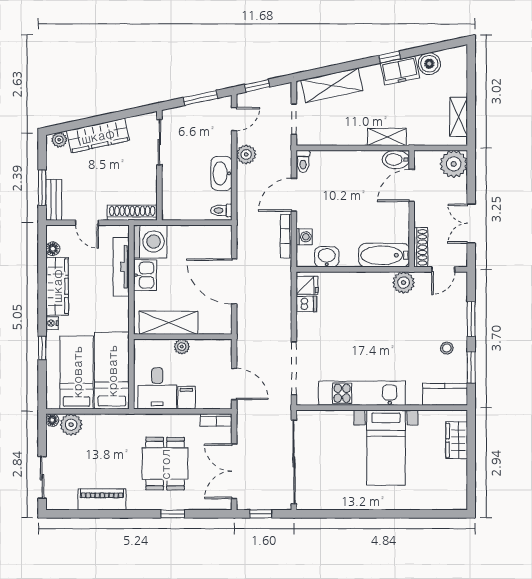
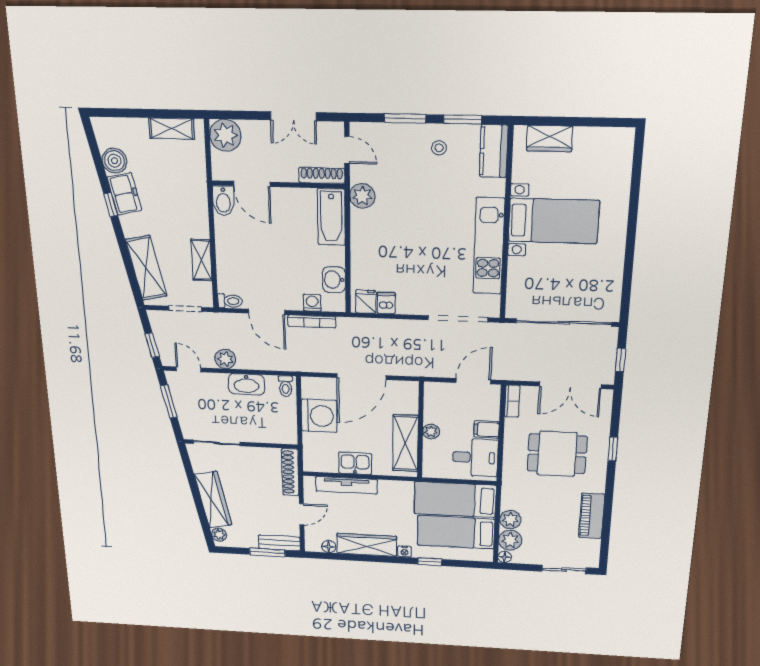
shelving: (387, 137) -> (202, 260), moved
washing machine: (150, 242) -> (319, 416), moved, turned 90
plant: (93, 424) -> (510, 520), added

